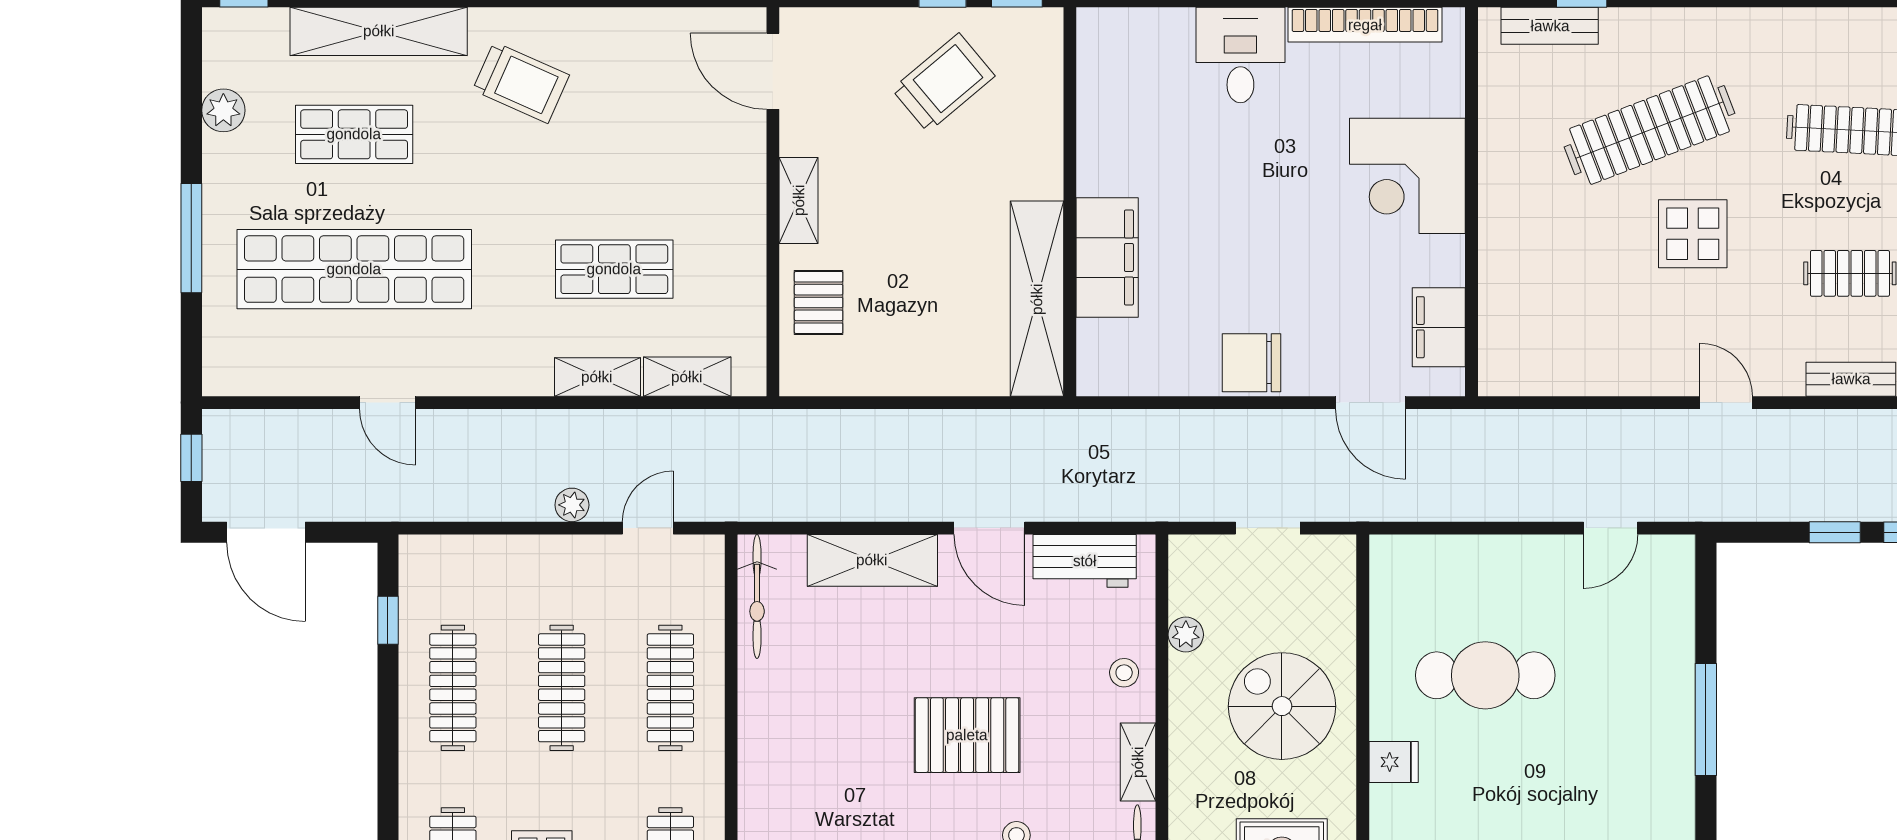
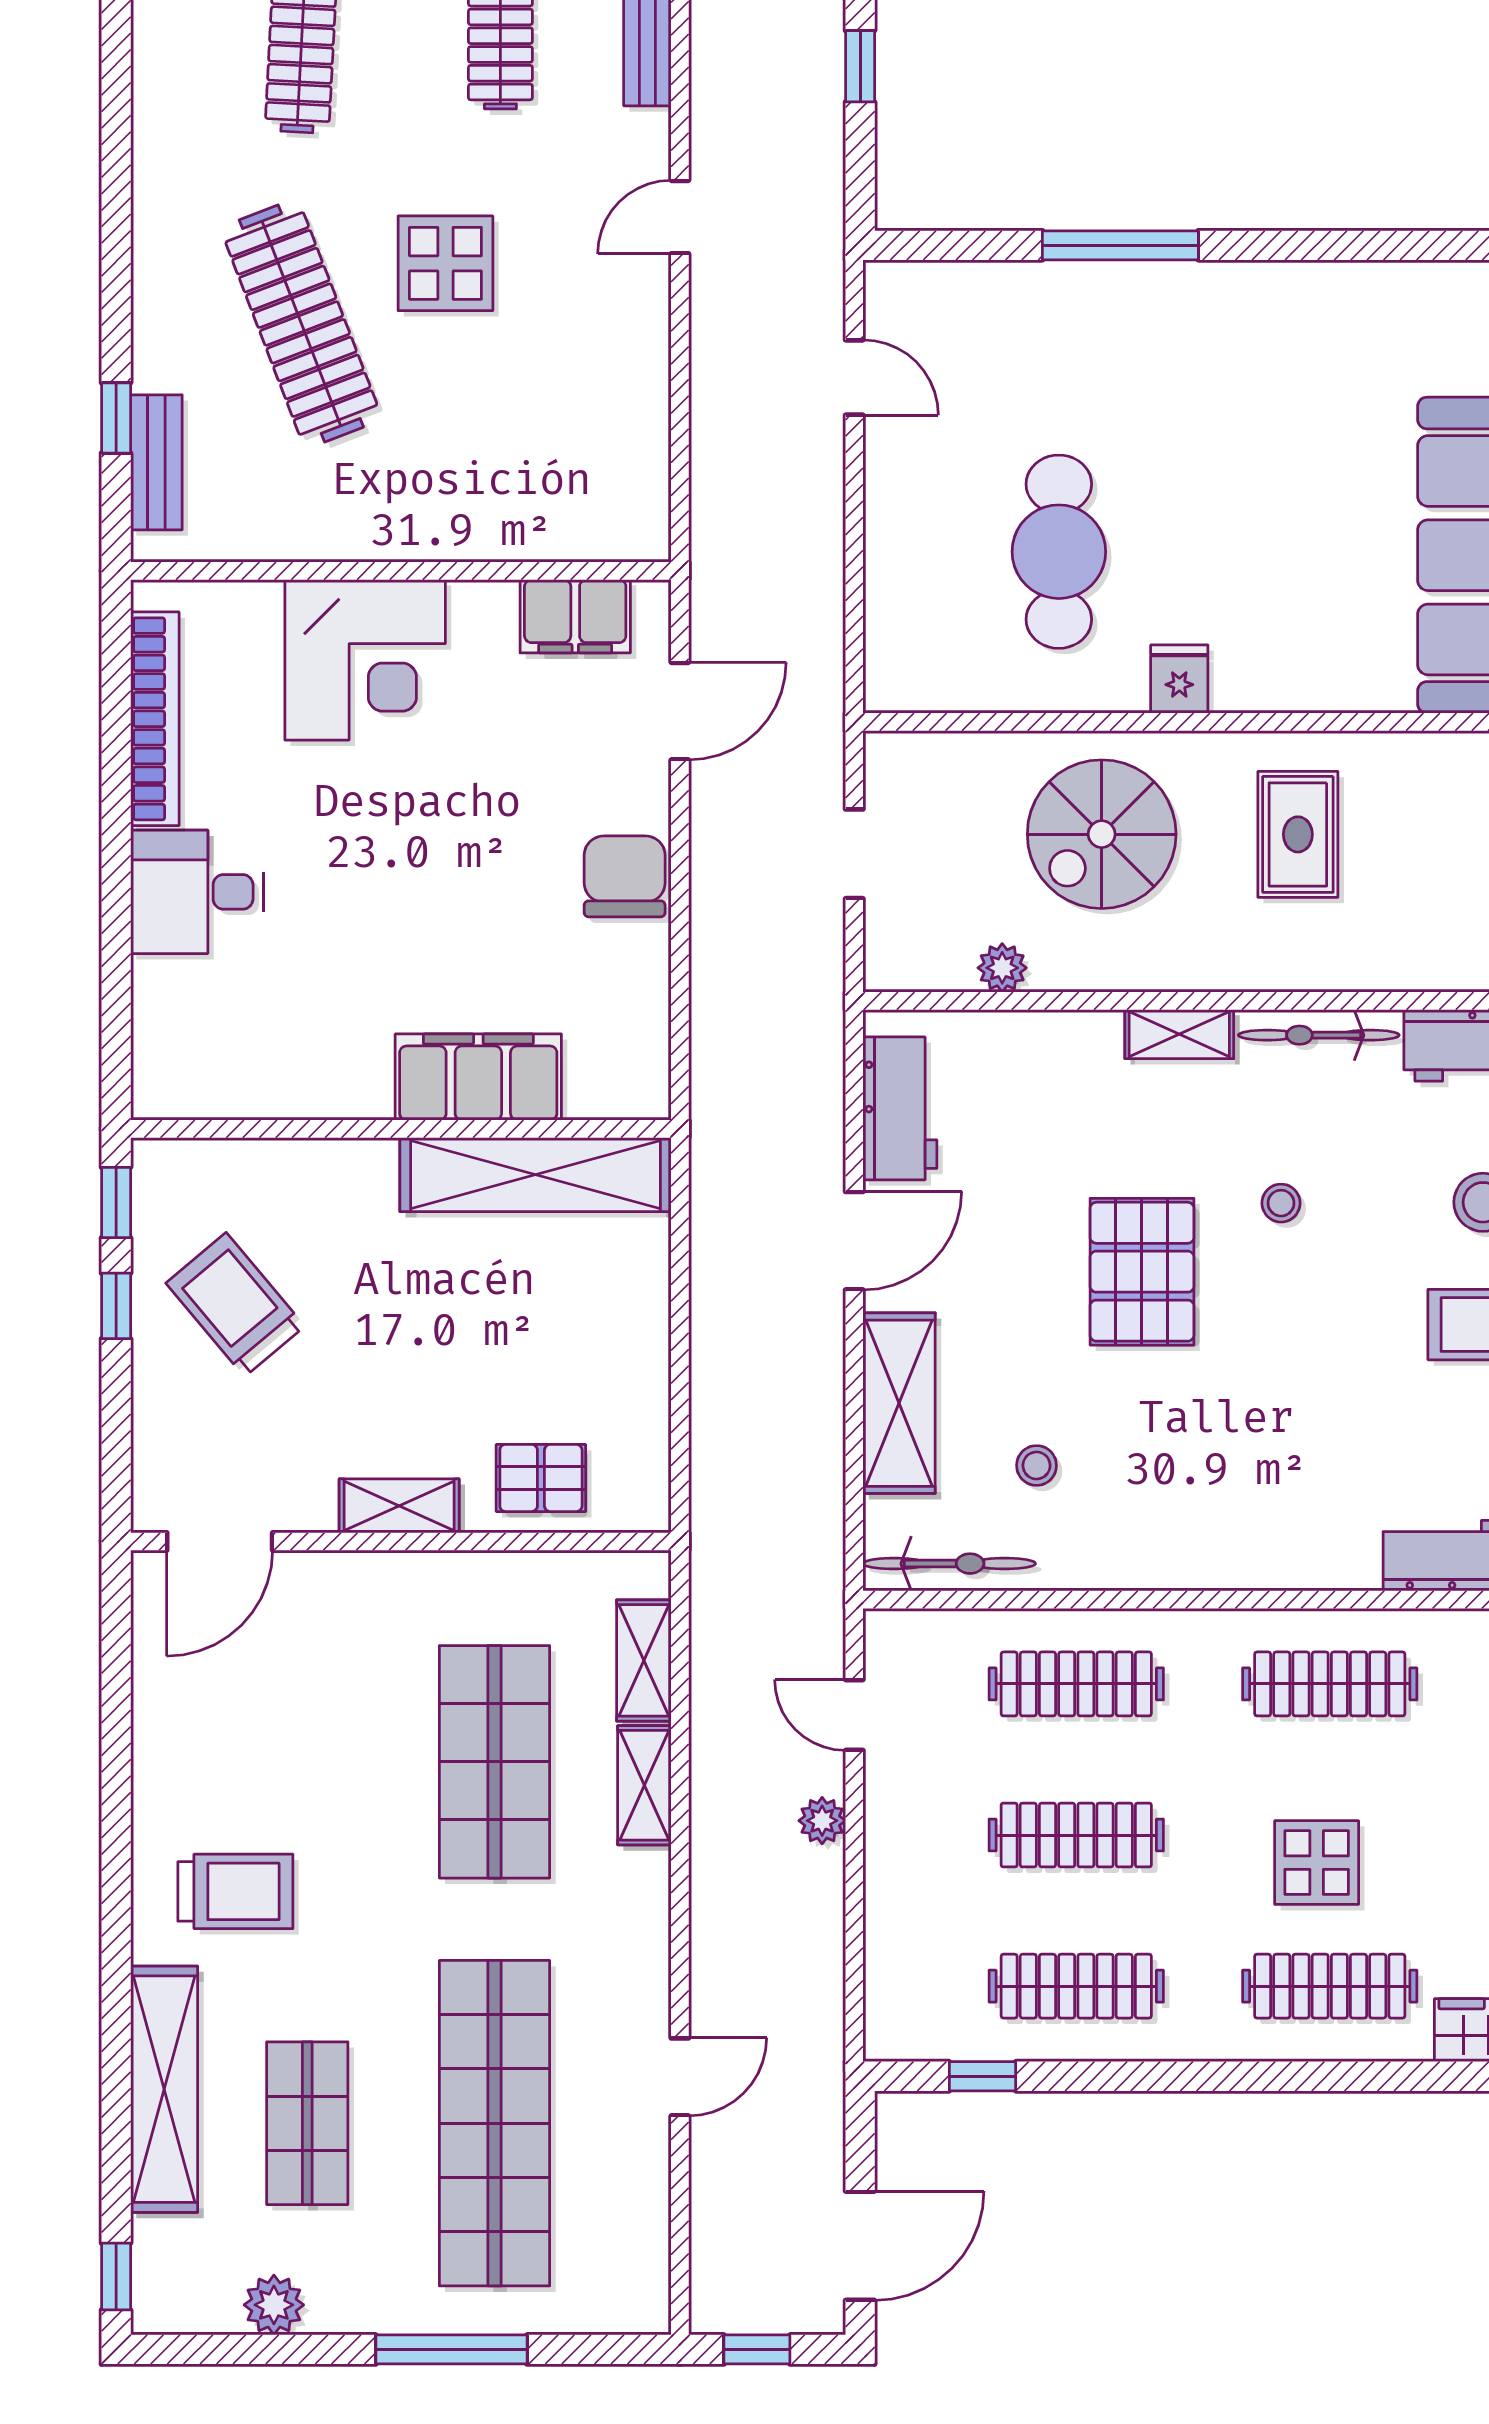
trolley: (521, 83) -> (235, 1891), turned 66
shop shelf: (614, 269) -> (494, 1762), width x1.43, depth x1.36
chair: (1252, 363) -> (625, 876), turned 180
stool: (1124, 673) -> (1037, 1465), moved

